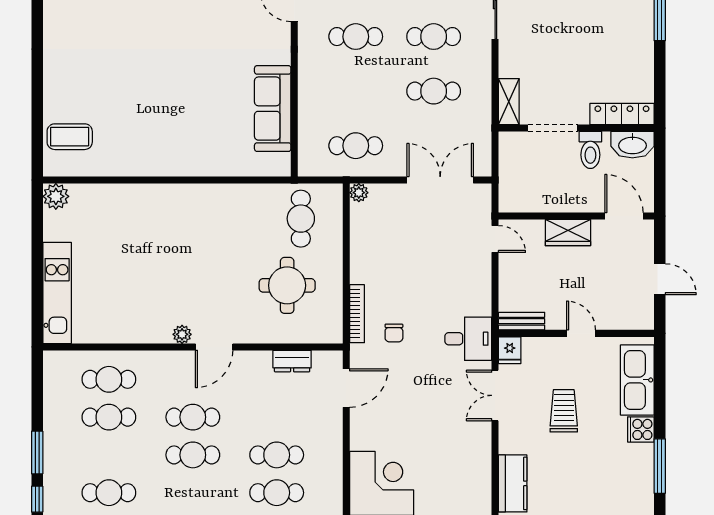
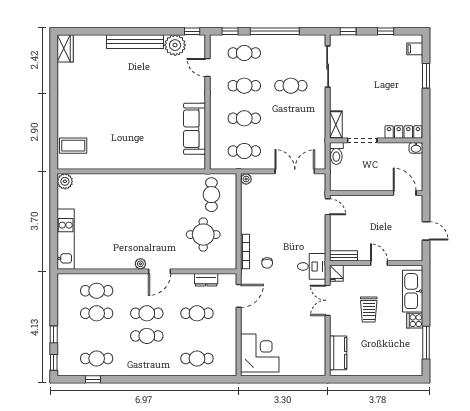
cafe table: (434, 91) -> (244, 118), moved
washbasin: (632, 145) -> (416, 148), width x0.52, depth x0.69
toilet: (590, 150) -> (336, 154), moved
wardrobe: (568, 233) -> (371, 203), removed
trolley: (564, 411) -> (369, 310), turned 180
window: (37, 452) -> (54, 334), width x0.67
cafe table: (277, 455) -> (197, 313), moved

